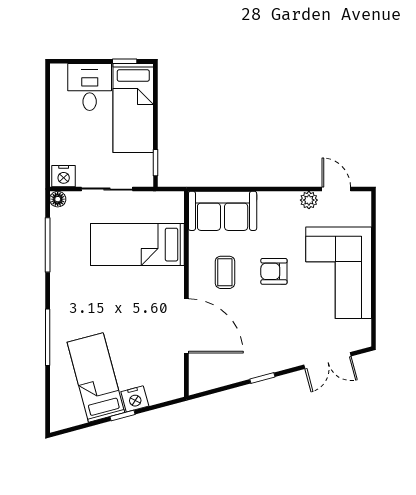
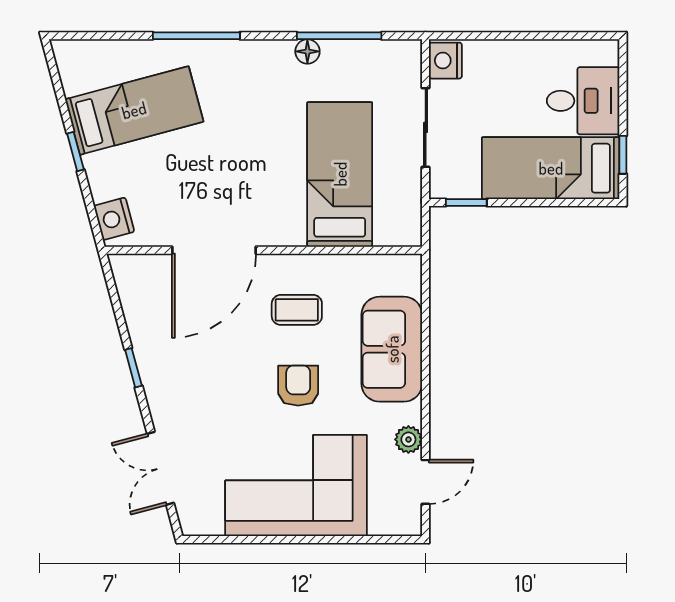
floor lamp: (58, 199) -> (307, 51), moved
sofa: (223, 211) -> (392, 349), moved
nightstand: (135, 399) -> (114, 219), moved

